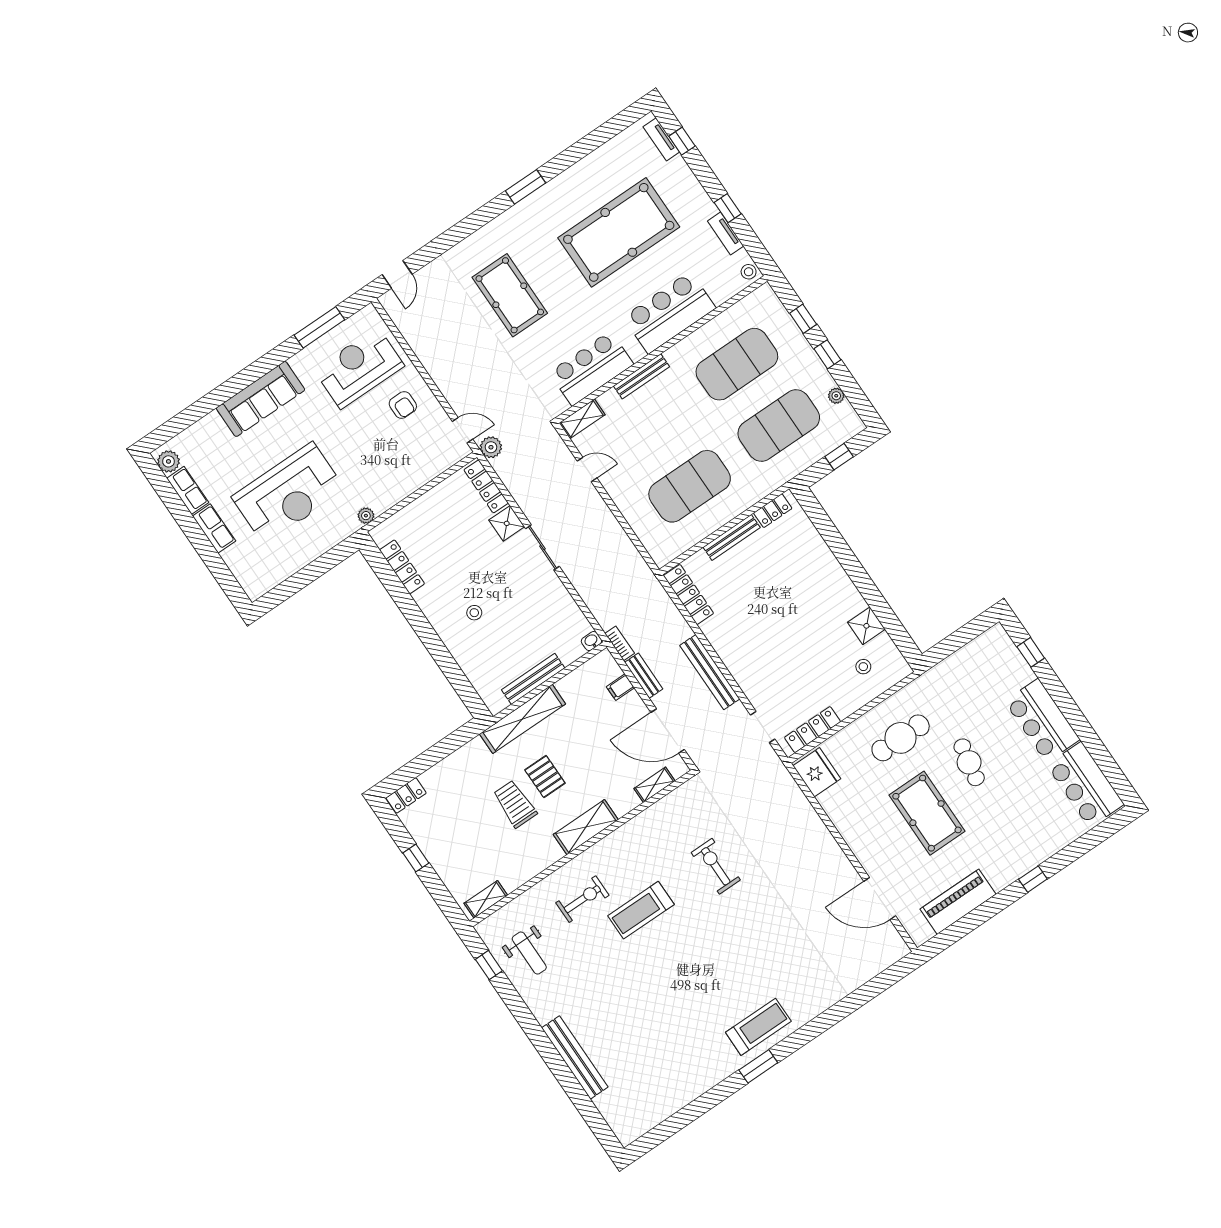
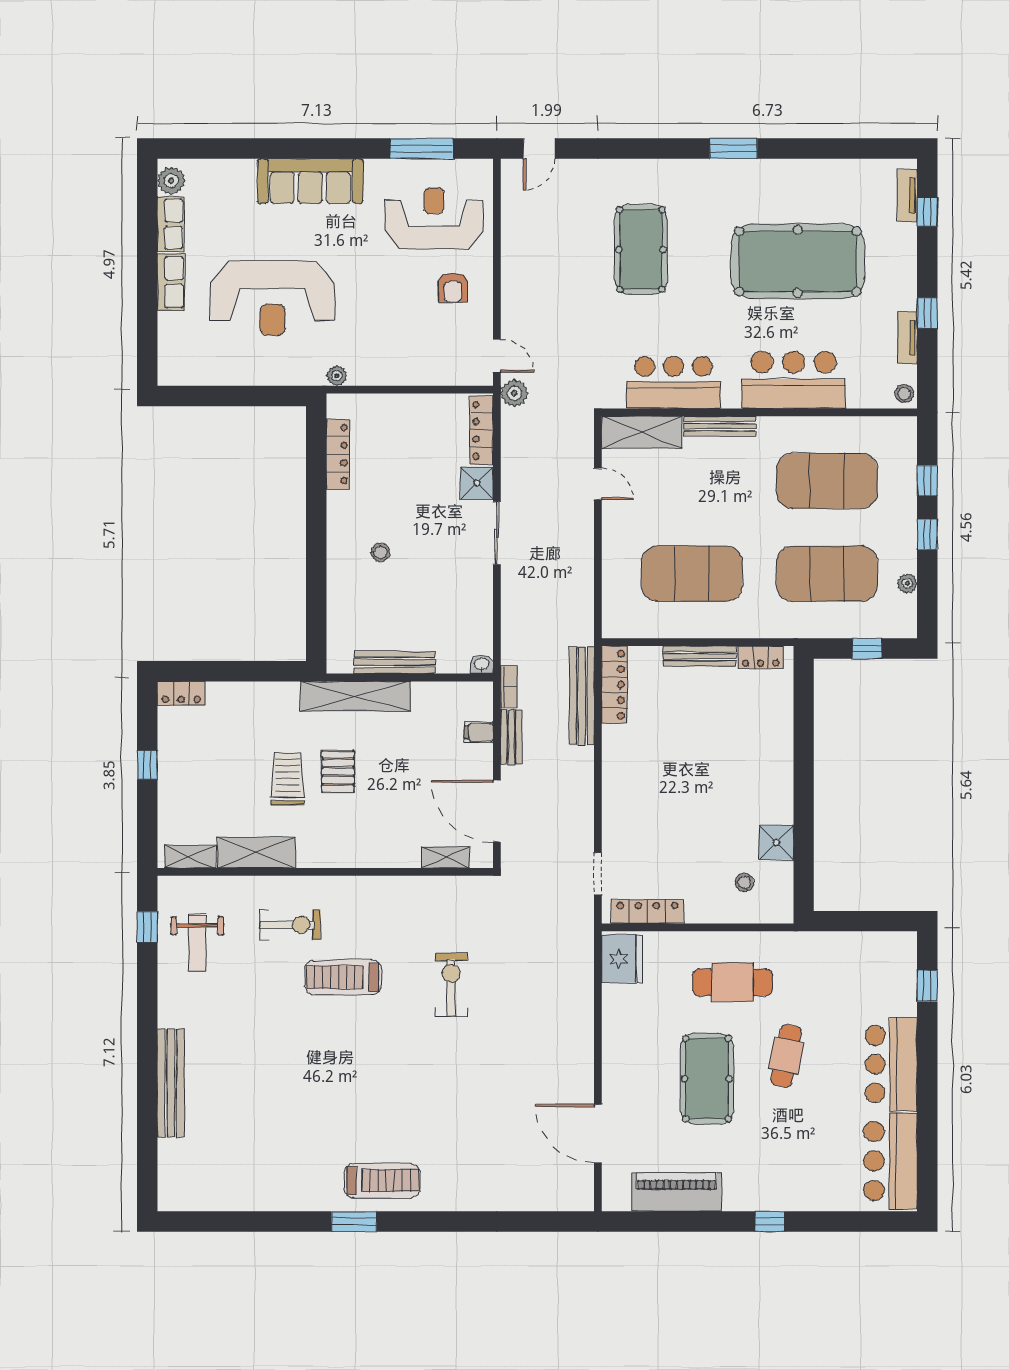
shelving: (582, 419) -> (642, 432), width x1.50, depth x1.33
bench: (710, 672) -> (582, 696), moved
shelving: (586, 827) -> (256, 853), moved

